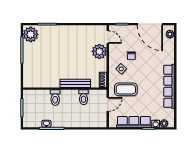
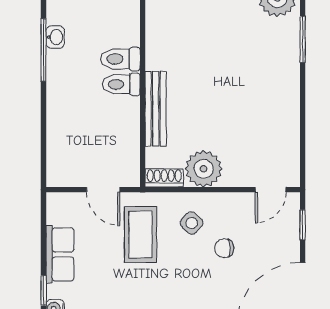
plant: (99, 51) -> (204, 169), moved
toilet: (84, 97) -> (121, 84), moved
row of seats: (134, 122) -> (60, 254), width x0.68

